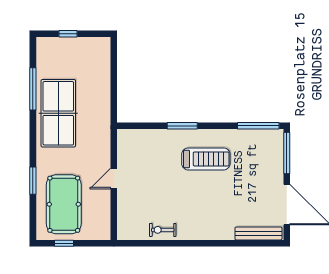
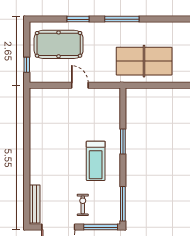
window: (33, 89) -> (122, 19), moved
table tennis table: (58, 113) -> (144, 61), moved
exercise bike: (163, 230) -> (83, 205), moved
window: (64, 243) -> (27, 65), moved

